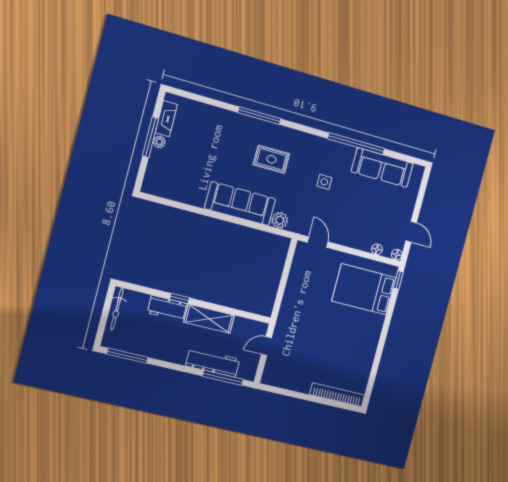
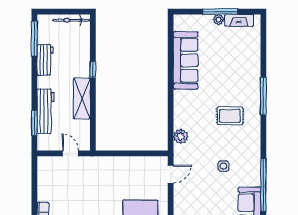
rug: (271, 159) -> (230, 116), turned 90
sofa: (240, 204) -> (186, 60), moved
workbench: (167, 308) -> (45, 60), moved, turned 180
window: (223, 378) -> (34, 123), width x0.69

